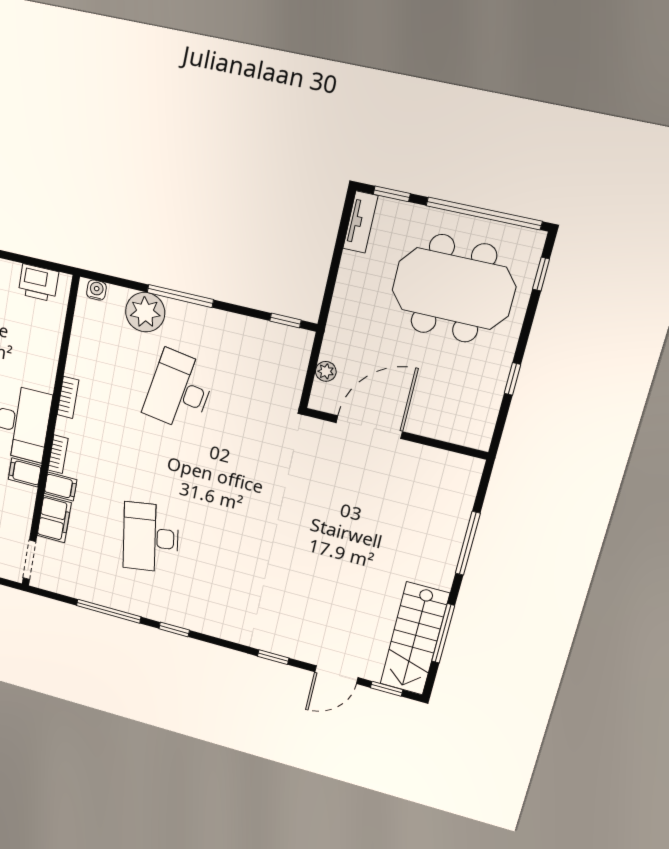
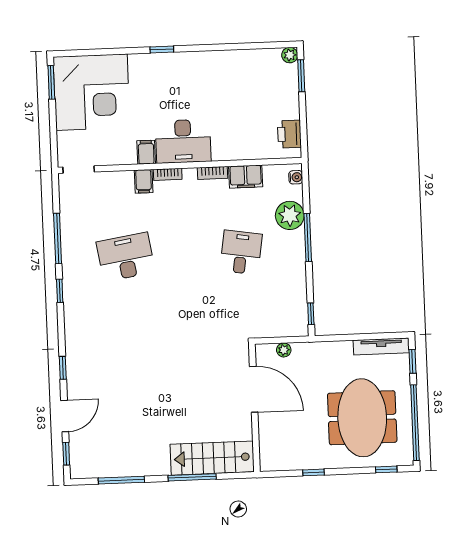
tv unit: (360, 222) -> (381, 346), width x1.41
desk: (179, 391) -> (241, 252), width x0.73
filing cabinet: (54, 519) -> (246, 177), moved
stairs: (415, 639) -> (212, 458), moved
door: (336, 675) -> (65, 416), swing flipped

